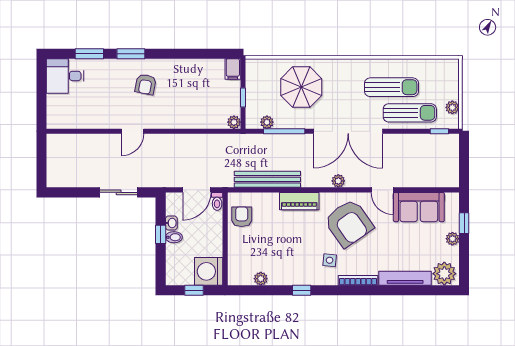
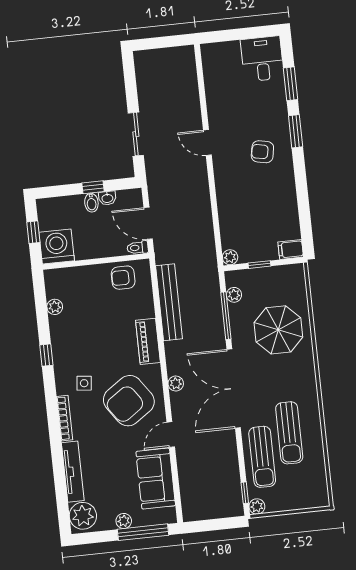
plant: (452, 107) -> (257, 507), moved
armchair: (242, 217) -> (123, 278), turned 180
window: (464, 223) -> (143, 532), width x2.17

